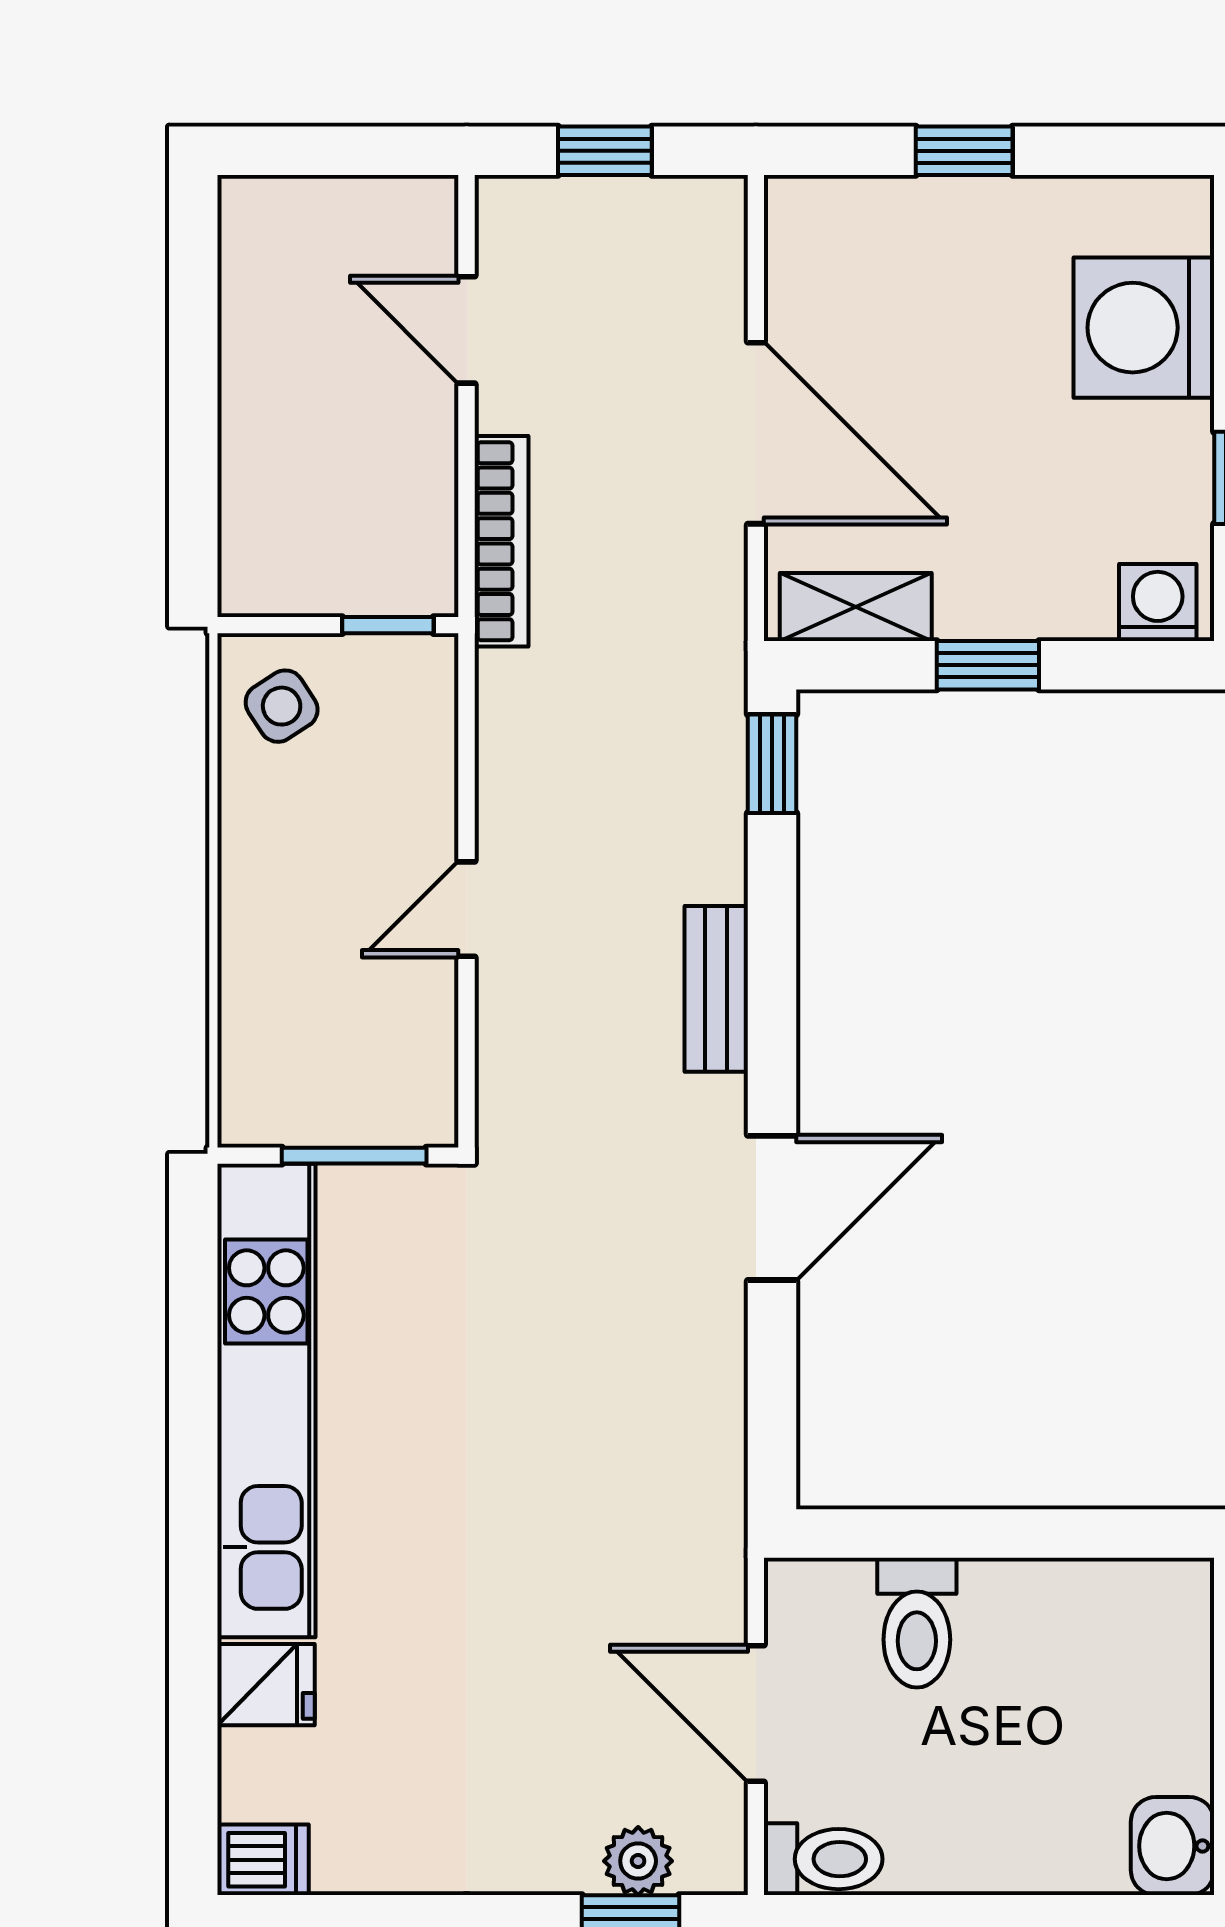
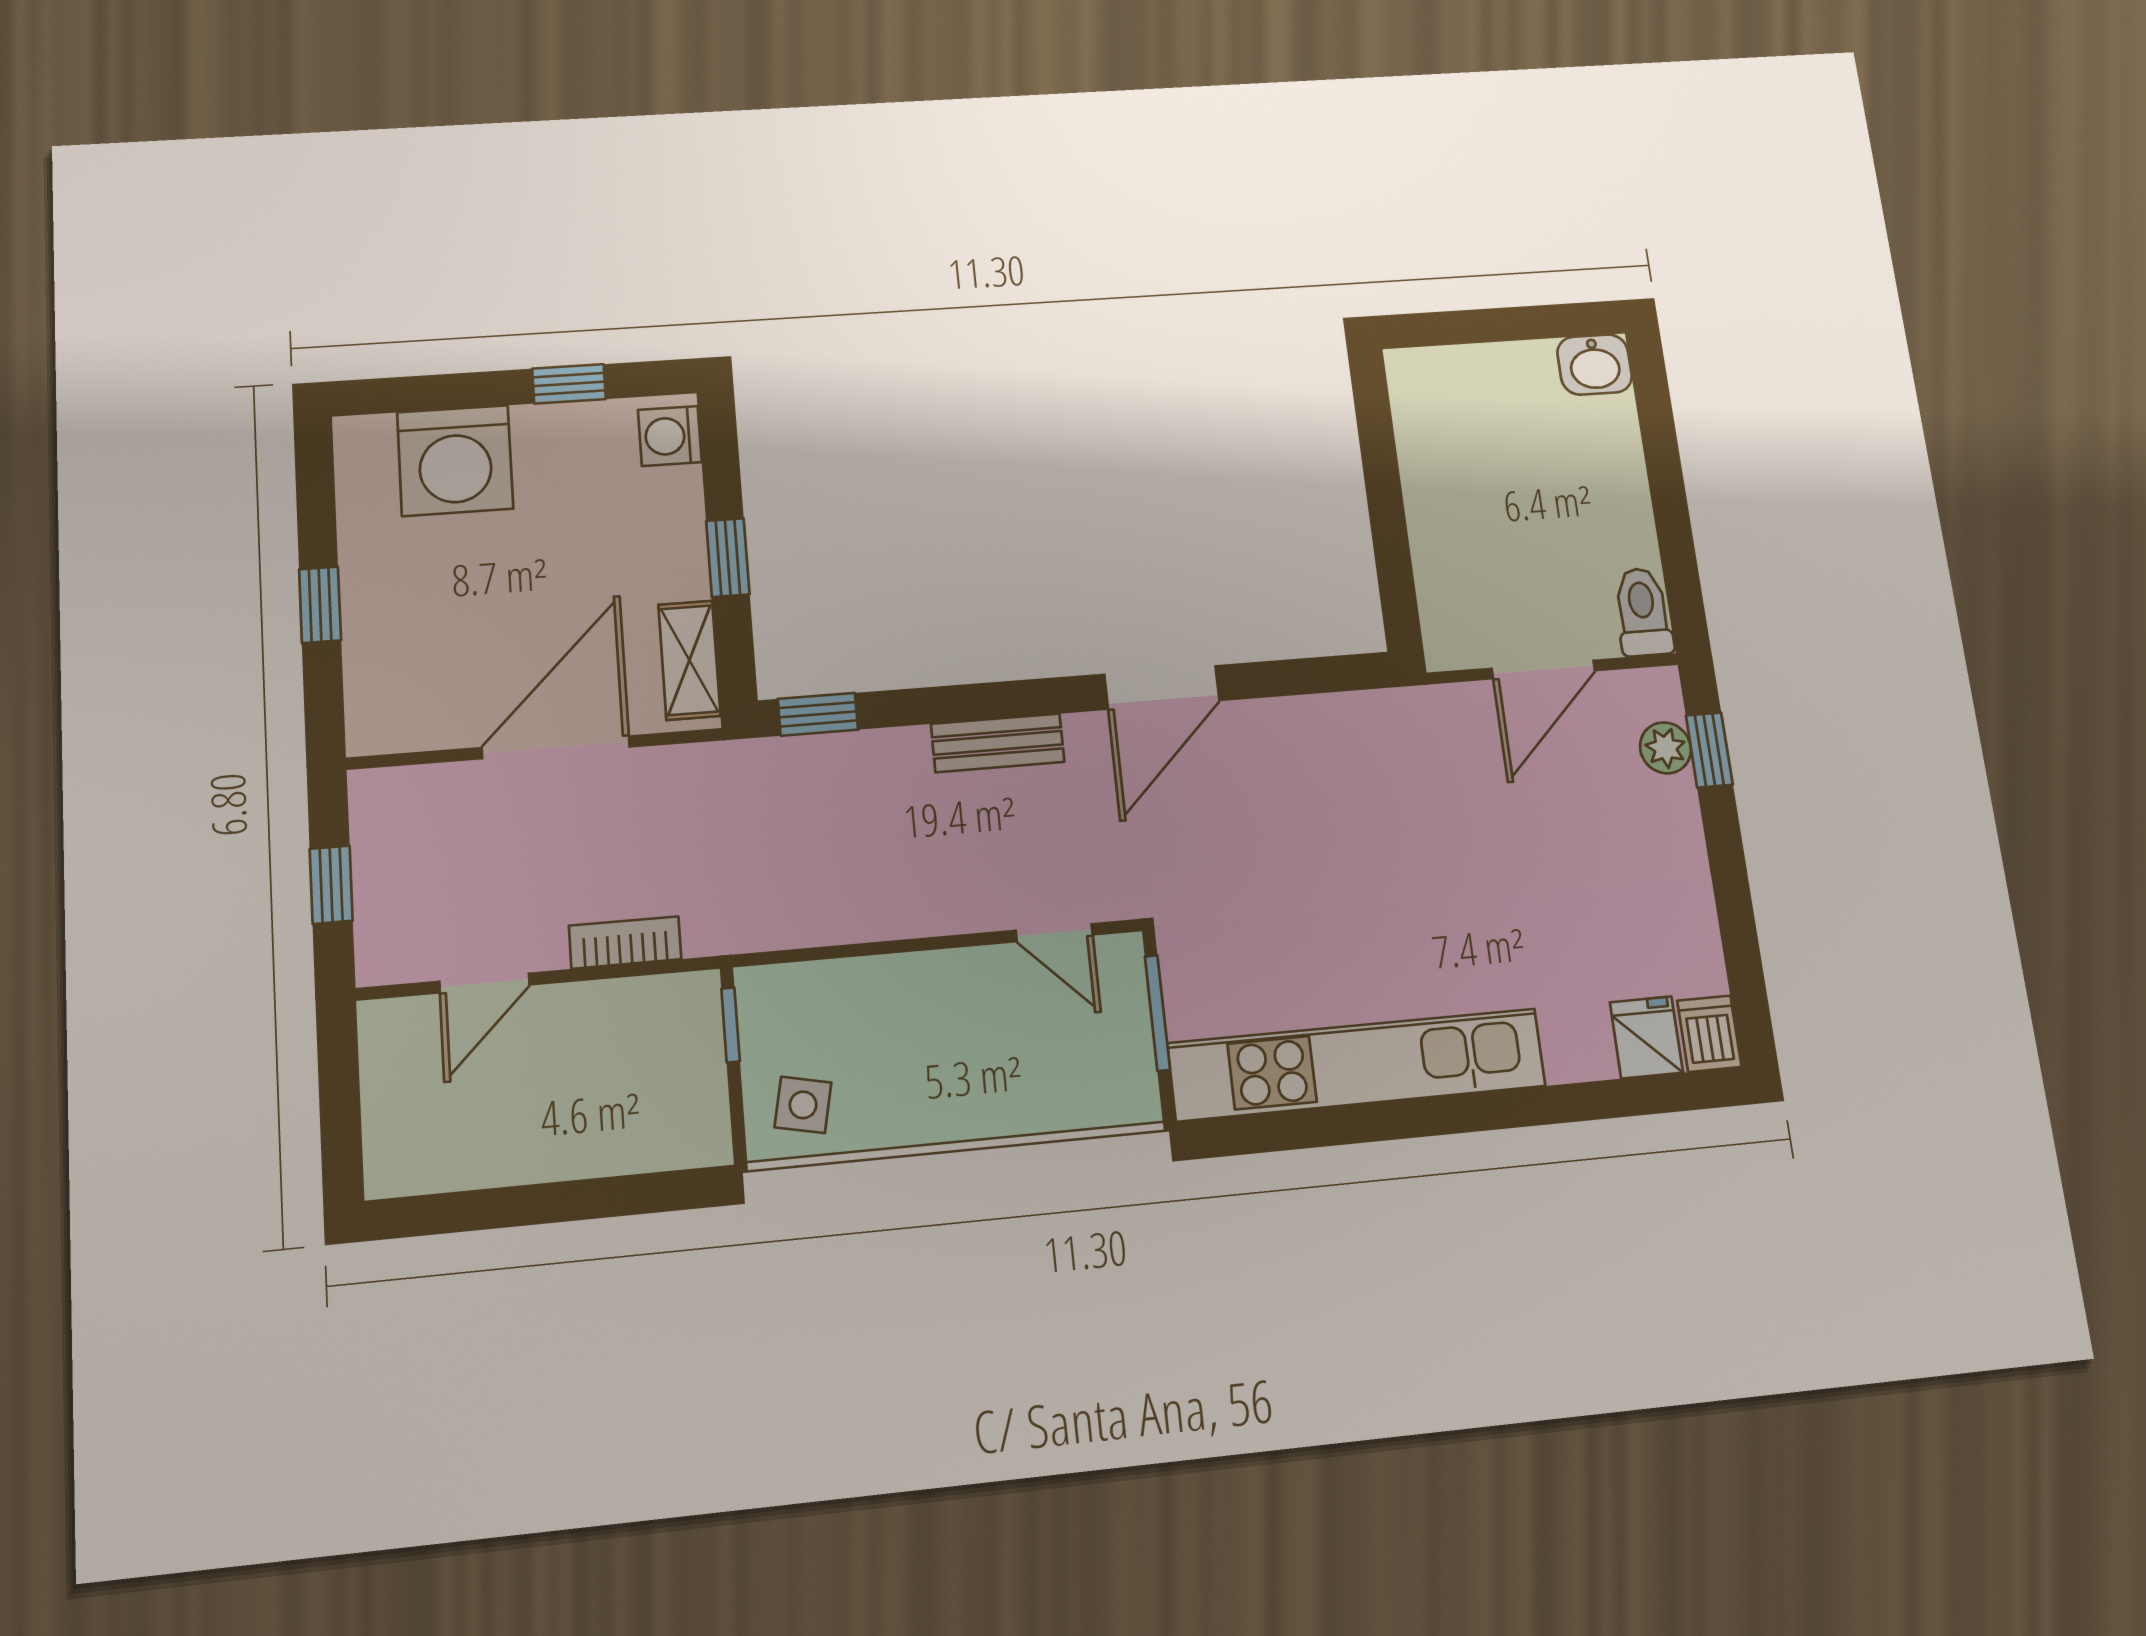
bookcase: (502, 541) -> (625, 942), width x0.64
side table: (282, 706) -> (803, 1105), turned 45
door: (467, 909) -> (1054, 933), moved
door: (772, 1208) -> (1162, 687), swing flipped
toilet: (917, 1623) -> (1459, 557), removed
fridge: (266, 1685) -> (1646, 1037), moved

